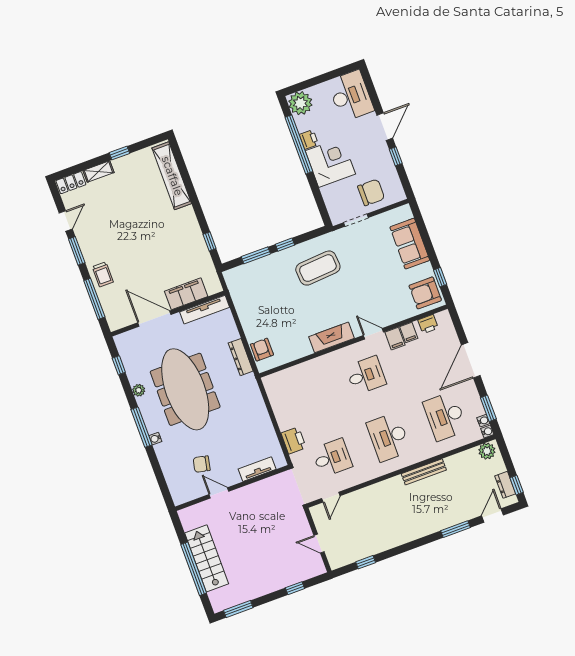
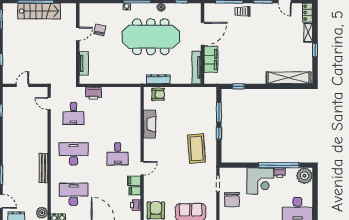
fireplace: (331, 337) -> (150, 124), moved

